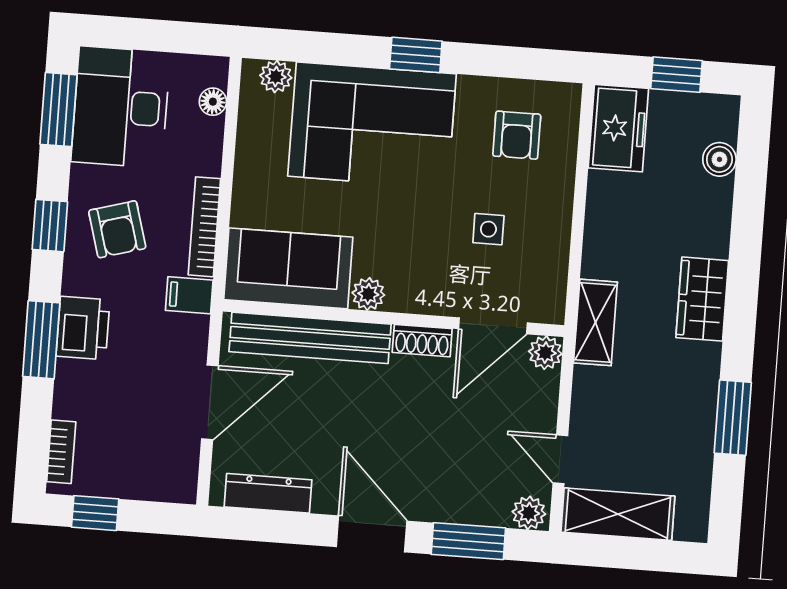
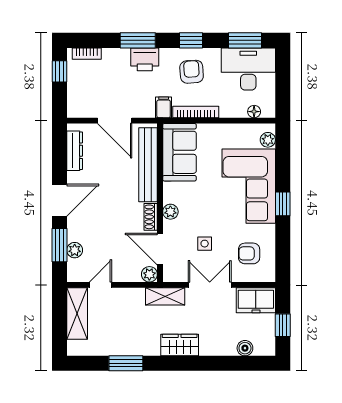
double door: (578, 225) -> (210, 285), added
armchair: (117, 229) -> (192, 72), turned 102
plant: (368, 294) -> (170, 212), moved
plant: (529, 513) -> (75, 250), moved

